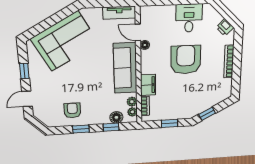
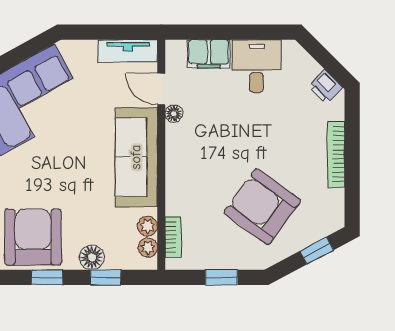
armchair: (186, 60) -> (262, 207), moved, turned -54
filing cabinet: (148, 85) -> (209, 54), moved, turned 90
armchair: (72, 110) -> (33, 237), width x1.88, depth x1.88
window: (207, 114) -> (317, 251), moved
floor lamp: (116, 117) -> (92, 257), moved

